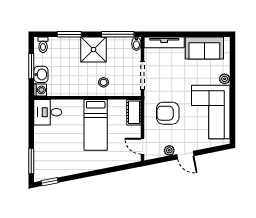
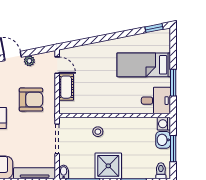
cot: (134, 112) -> (66, 87), moved
bed: (96, 125) -> (144, 65), moved, turned -90
window: (31, 161) -> (173, 83), moved

